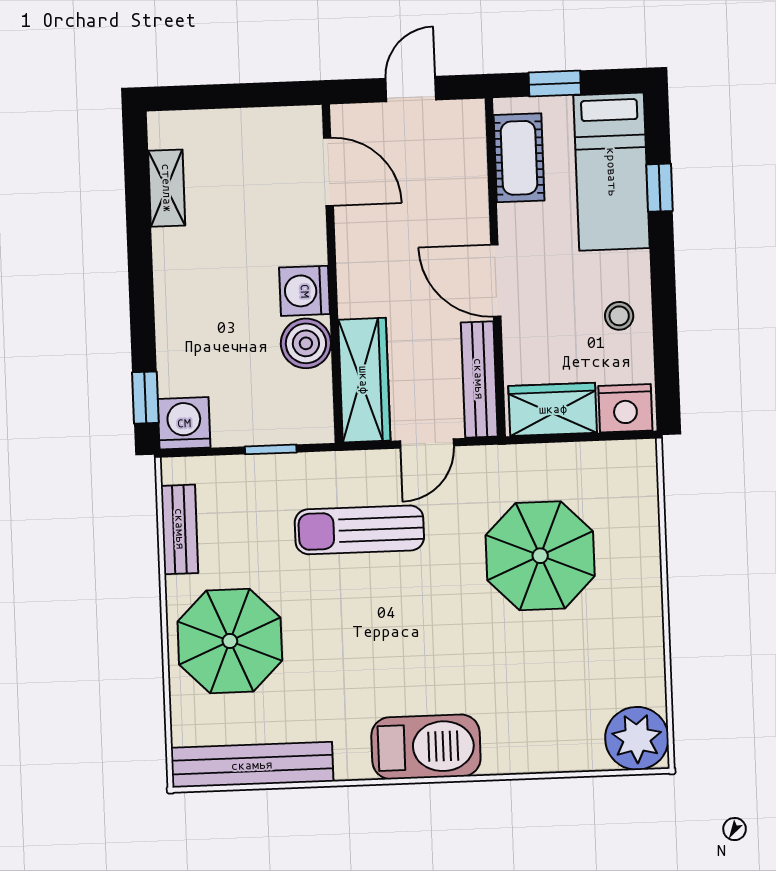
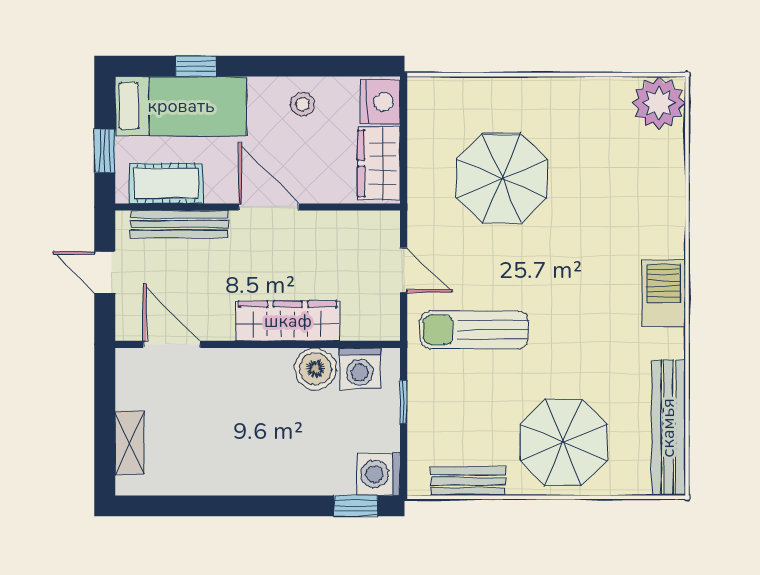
door: (328, 172) -> (172, 344), hinge flipped
shelving: (167, 188) -> (129, 443), moved, turned 90
door: (496, 281) -> (269, 207), swing flipped
washing machine: (305, 291) -> (360, 368), moved
bench: (479, 379) -> (179, 224), moved
wardrobe: (364, 380) -> (288, 321), moved
sun lounger: (359, 530) -> (474, 330), turned 90
barbecue: (426, 747) -> (664, 293), width x0.73, depth x0.83

